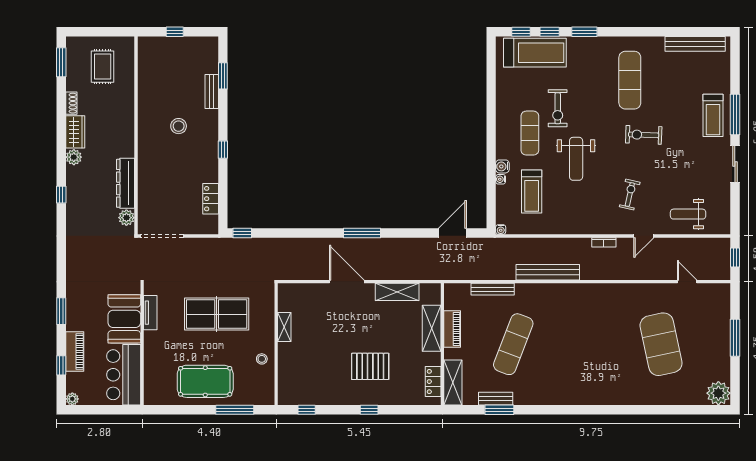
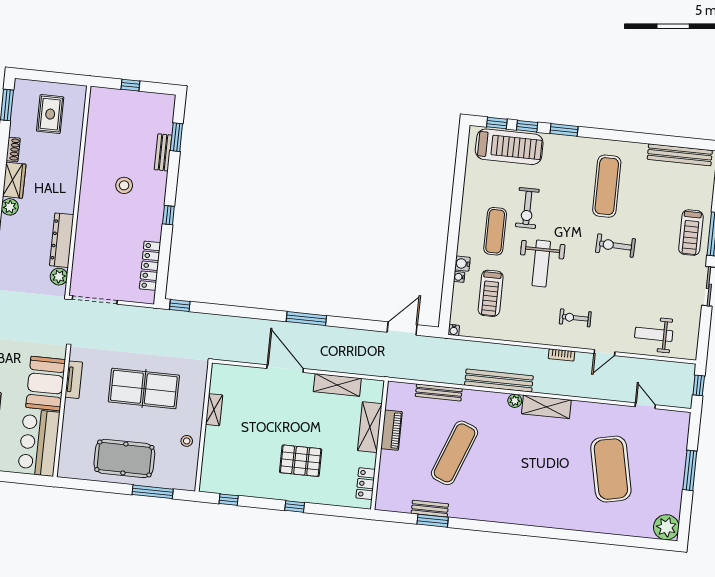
exercise bike: (630, 195) -> (575, 318), moved, turned -103
locker: (211, 199) -> (150, 266), width x1.53
plant: (565, 290) -> (515, 401), added
shelving: (453, 383) -> (546, 407), moved, turned 90

